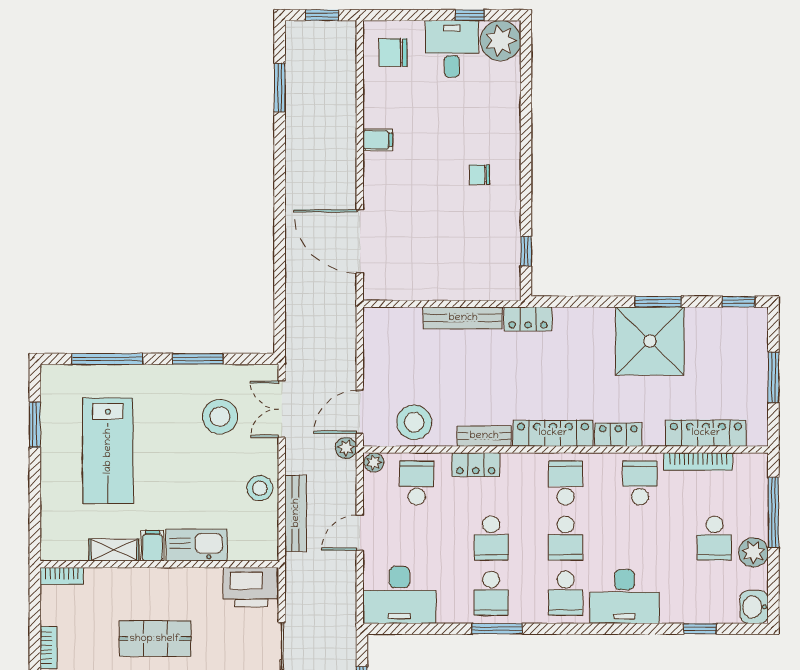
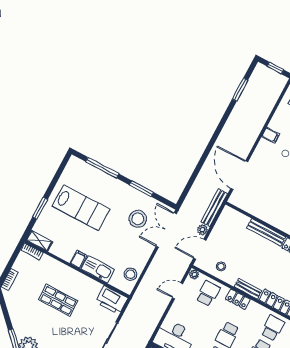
double door: (282, 409) -> (166, 230), width x1.37
stool: (414, 422) -> (221, 266), width x0.53, depth x0.53
window: (35, 425) -> (40, 208), moved
plant: (346, 448) -> (202, 230), moved
lab bench: (108, 451) -> (81, 208), turned -90
stool: (260, 488) -> (130, 274), moved
bench: (296, 513) -> (214, 208), moved
door: (360, 533) -> (178, 291), moved
shelving: (114, 550) -> (39, 241), moved

